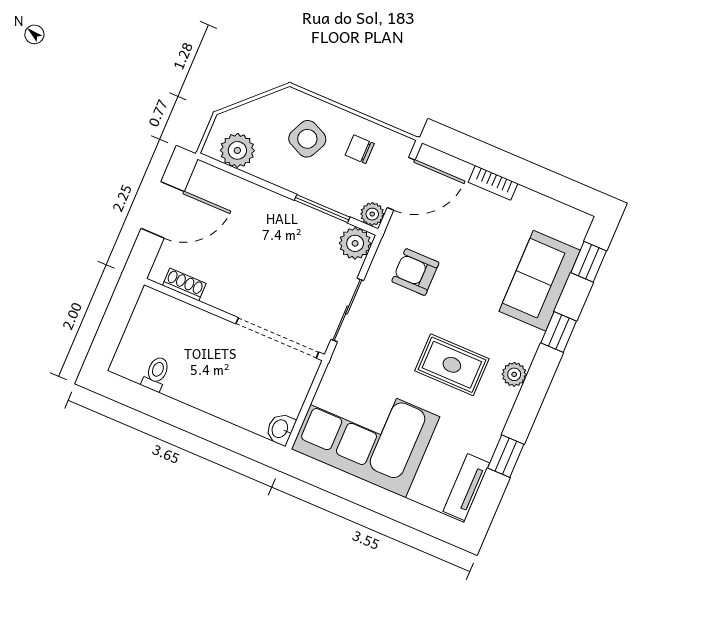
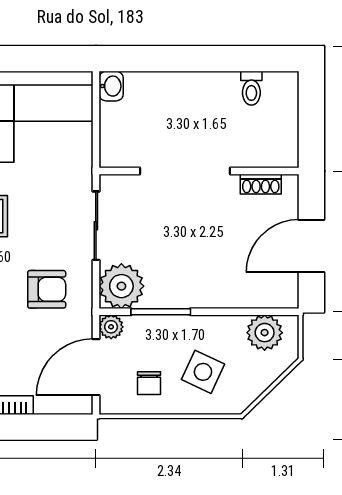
chair: (360, 149) -> (149, 383), turned 90
plant: (355, 243) -> (121, 286), width x1.36, depth x1.36
doorway: (277, 338) -> (185, 171), moved

